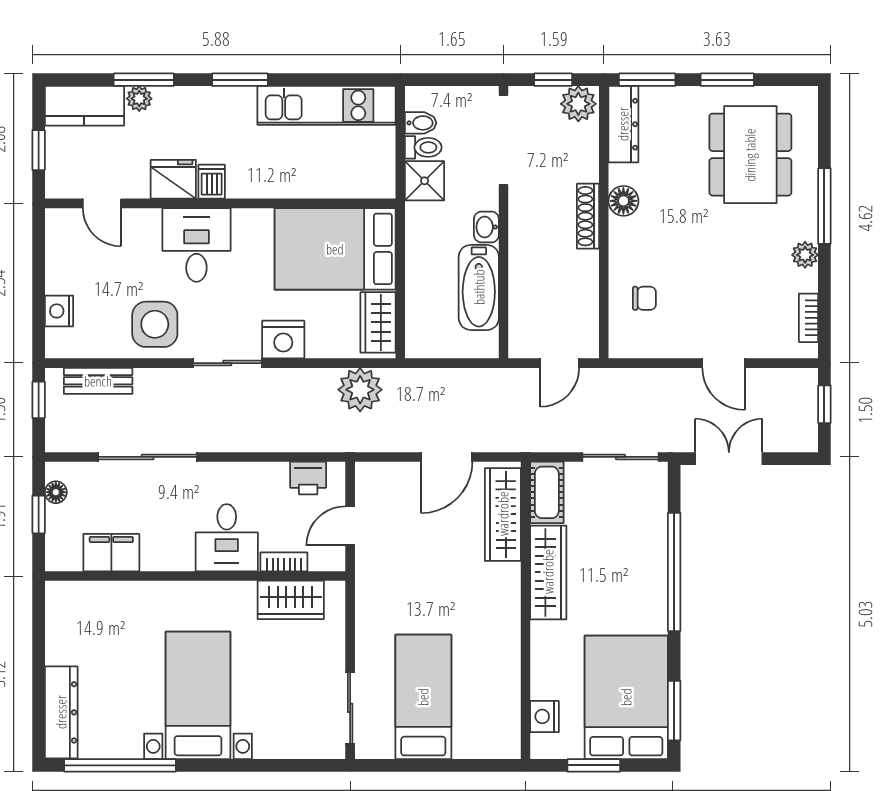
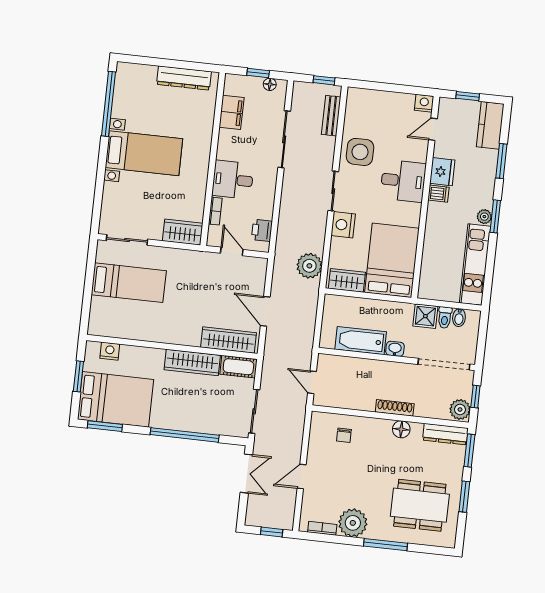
plant: (139, 99) -> (484, 217), moved
plant: (805, 255) -> (353, 523), width x1.88, depth x1.88
nightstand: (59, 311) -> (424, 103), moved
wardrobe: (291, 600) -> (183, 232), moved, turned 90
dresser: (61, 712) -> (184, 78), moved

